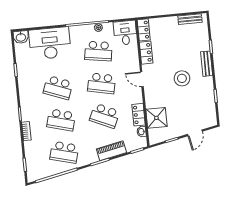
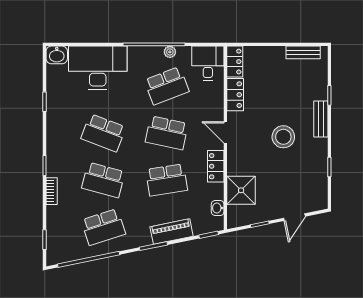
school desk: (98, 51) -> (167, 86), turned -30
locker: (139, 115) -> (216, 166), moved
school desk: (105, 116) -> (167, 180), turned -33
school desk: (64, 152) -> (103, 227), turned -33

